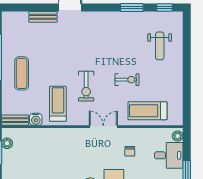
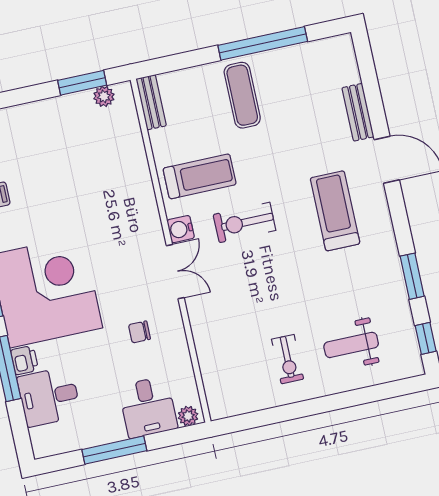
exercise mat: (22, 73) -> (242, 95), turned 90
exercise bike: (127, 80) -> (288, 359), moved
treadmill: (148, 111) -> (335, 211), moved
water cooler: (36, 119) -> (181, 229), moved

